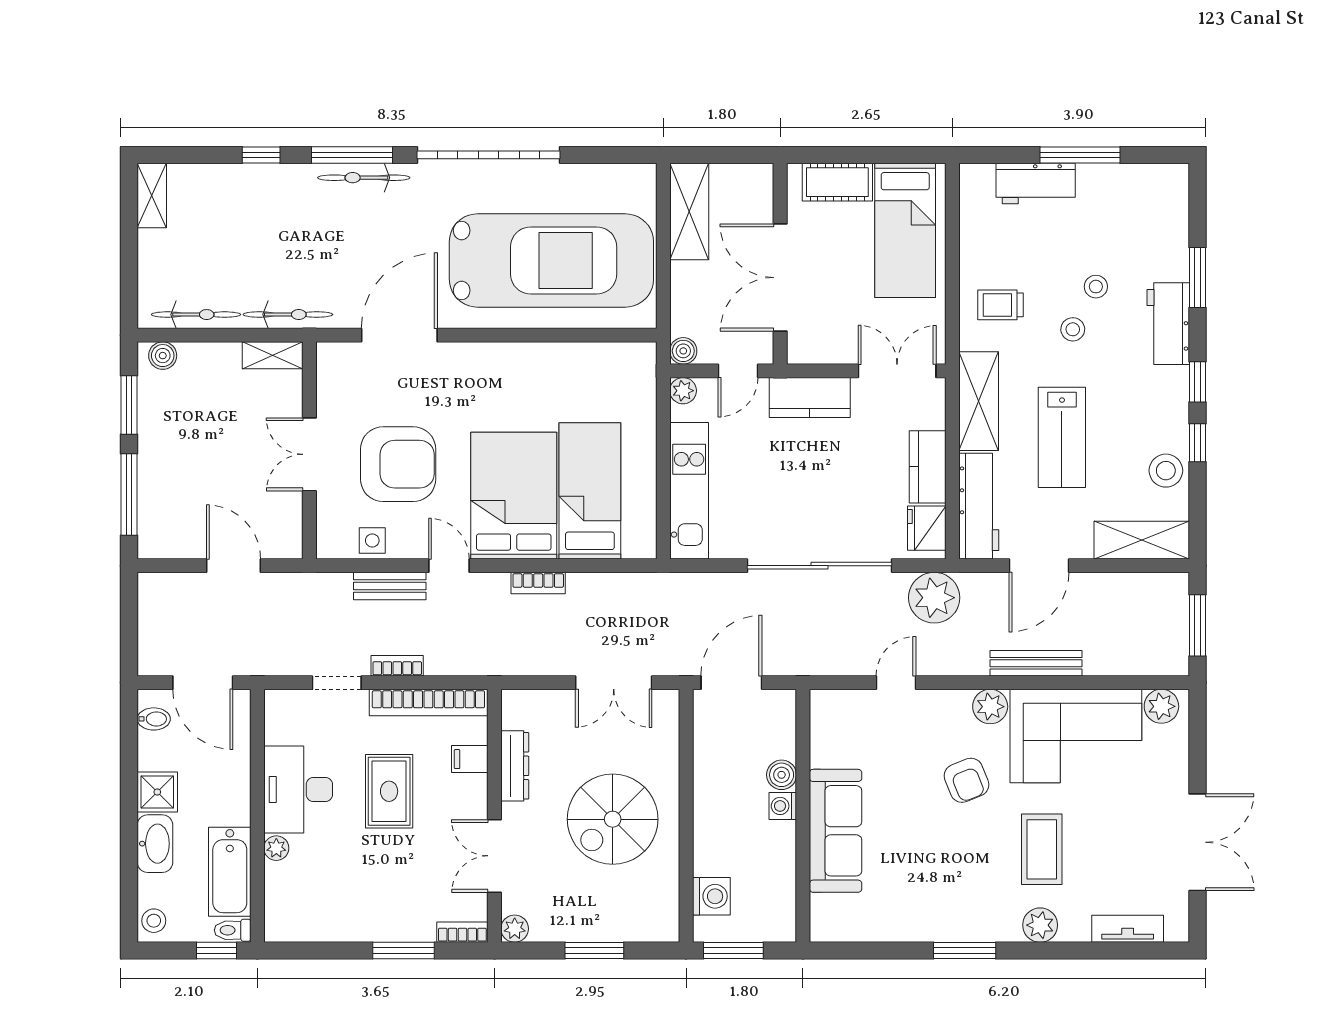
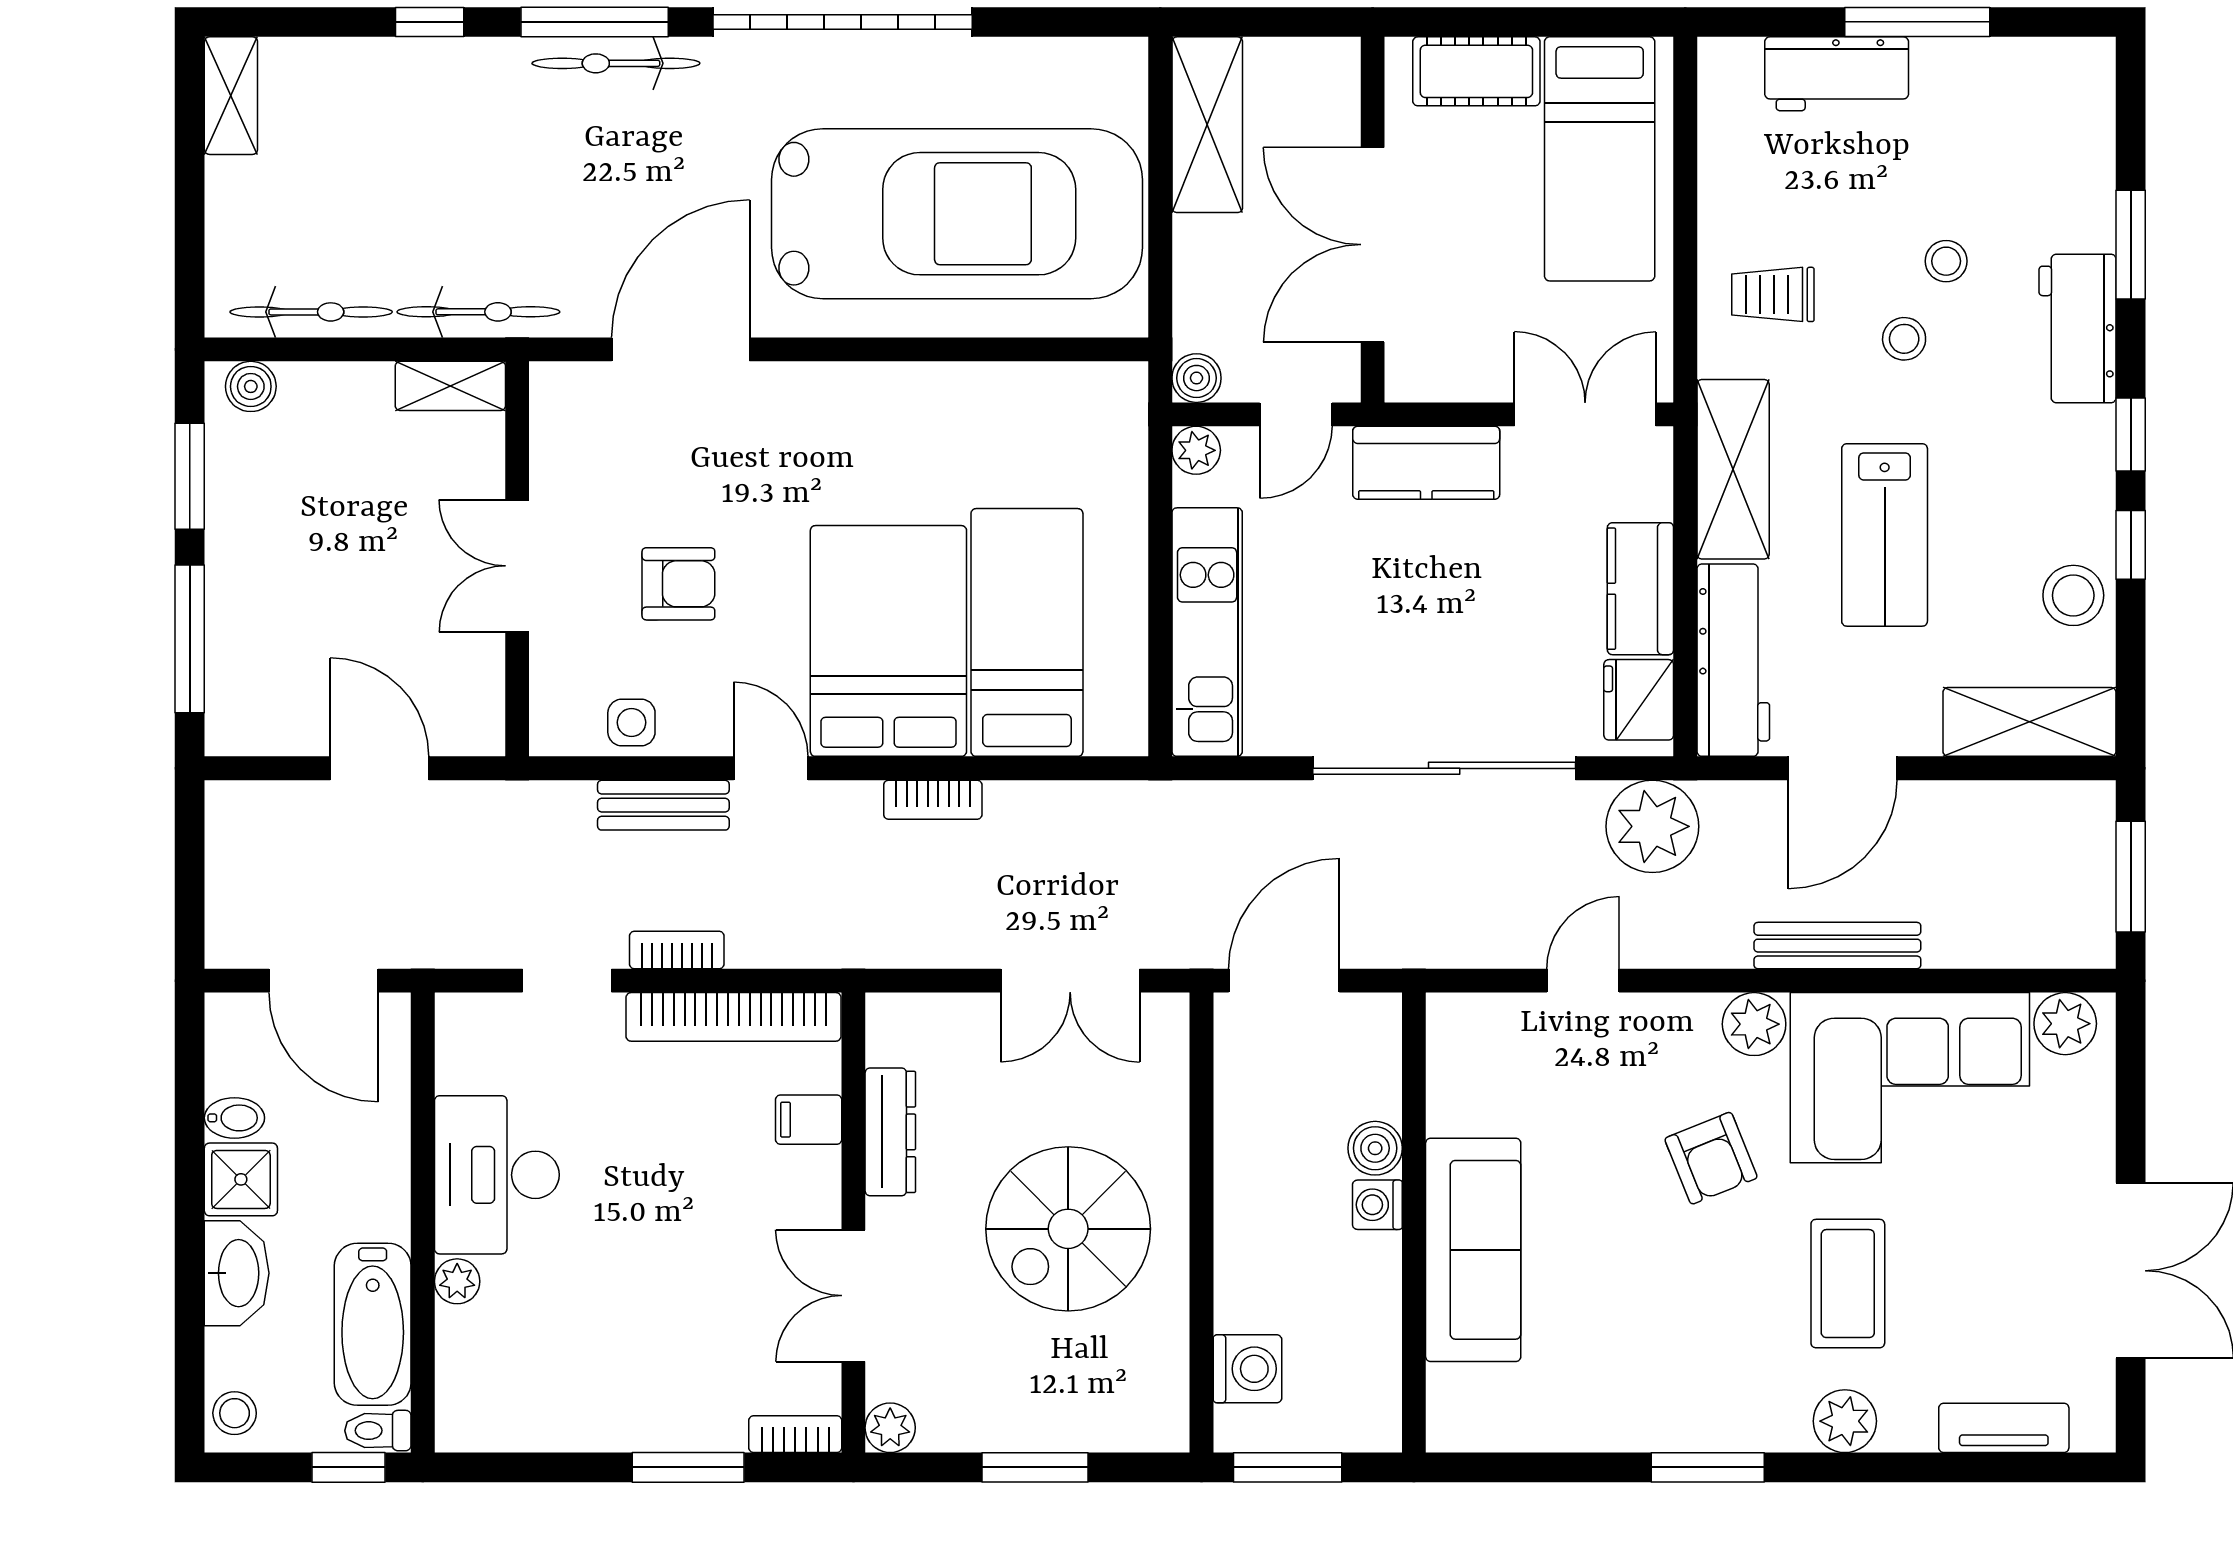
armchair: (398, 464) -> (678, 584), width x0.53, depth x0.53
bidet: (154, 719) -> (234, 1118), moved
rug: (389, 791) -> (662, 1178), removed

